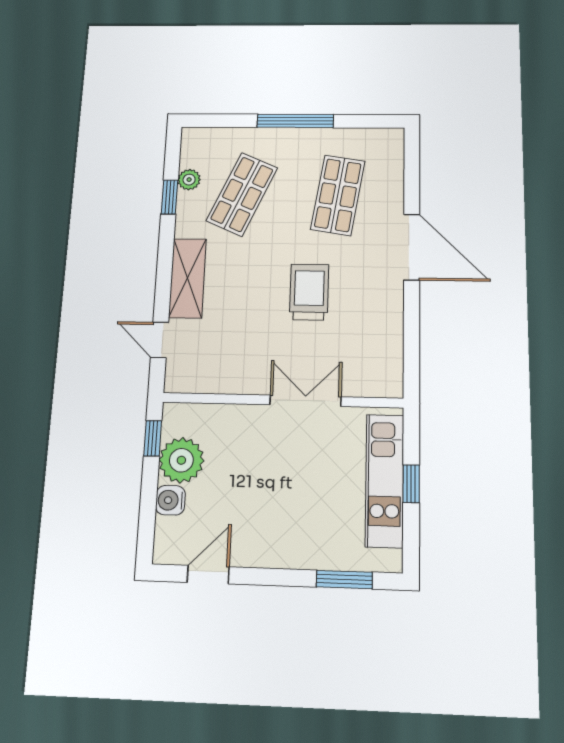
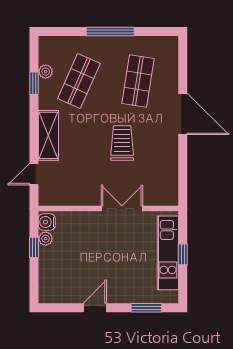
door: (160, 340) -> (34, 174), hinge flipped
window: (153, 438) -> (34, 247), moved
plant: (181, 460) -> (46, 239), width x0.53, depth x0.53
water cooler: (170, 500) -> (47, 222), moved
door: (208, 575) -> (95, 308), moved

